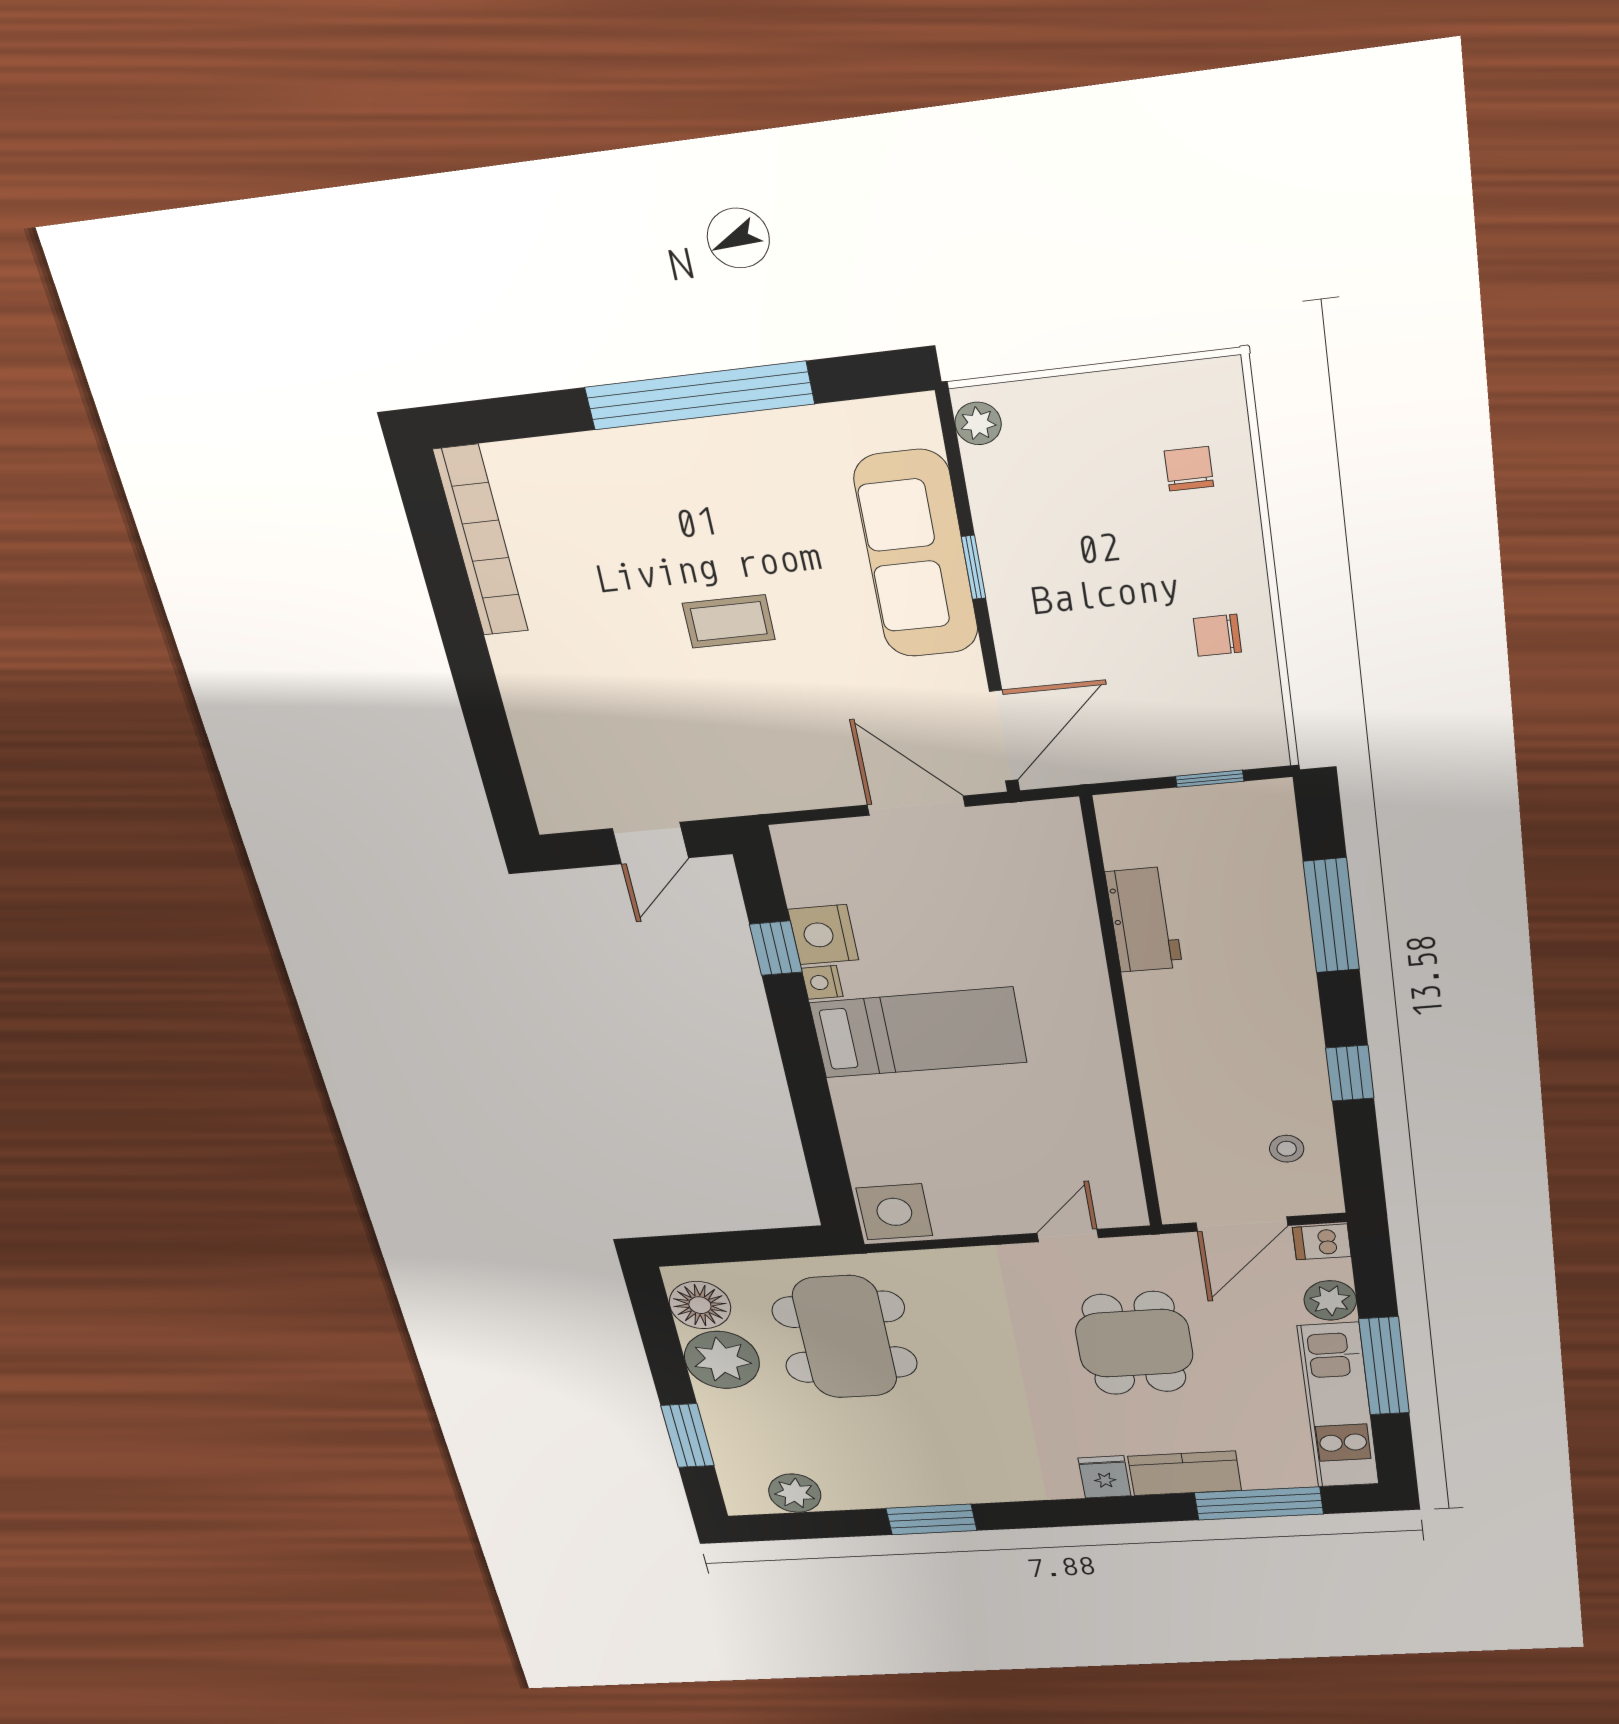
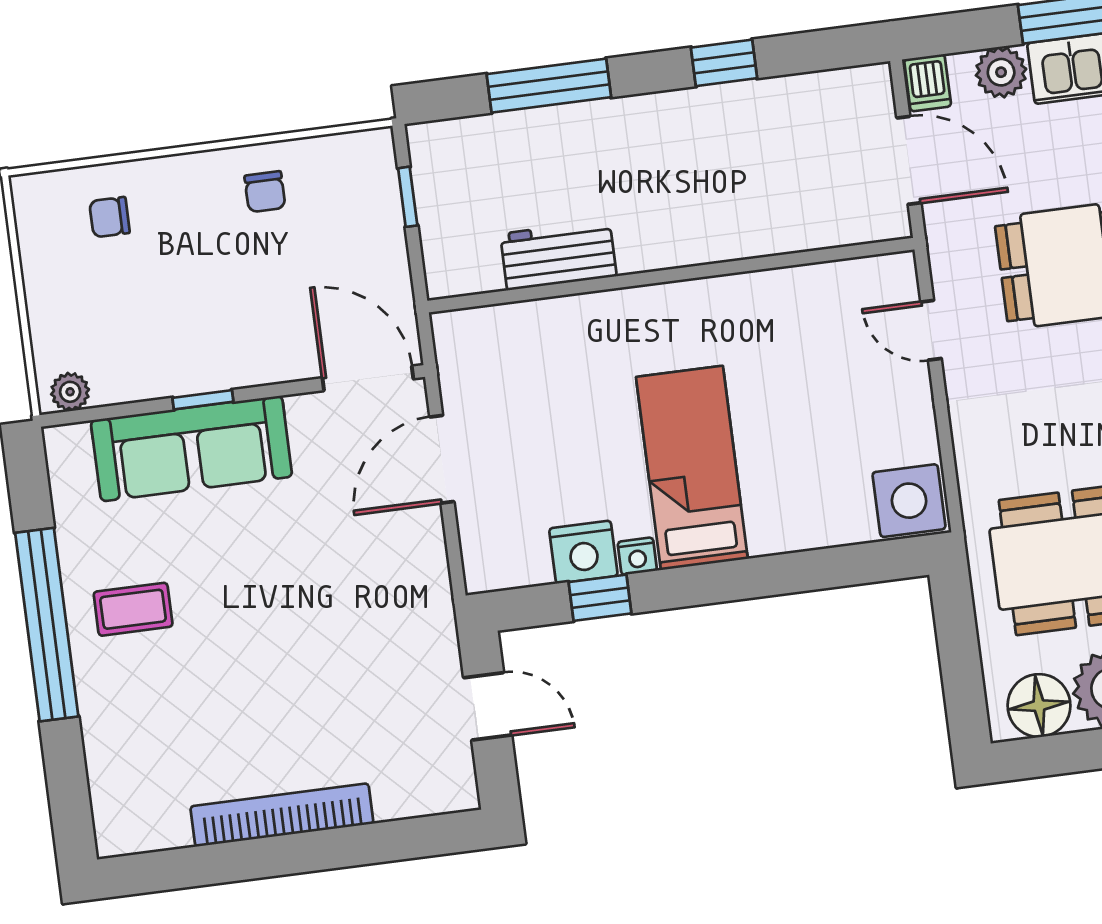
bookcase: (481, 541) -> (282, 815), moved
coffee table: (729, 621) -> (133, 609), moved, turned 90
stool: (1287, 1149) -> (815, 119), removed

